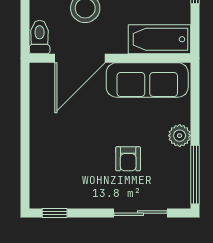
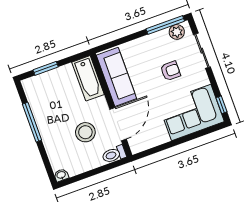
door: (80, 58) -> (118, 124), hinge flipped
plant: (180, 136) -> (177, 32), moved
corner sofa: (59, 167) -> (191, 112), added

